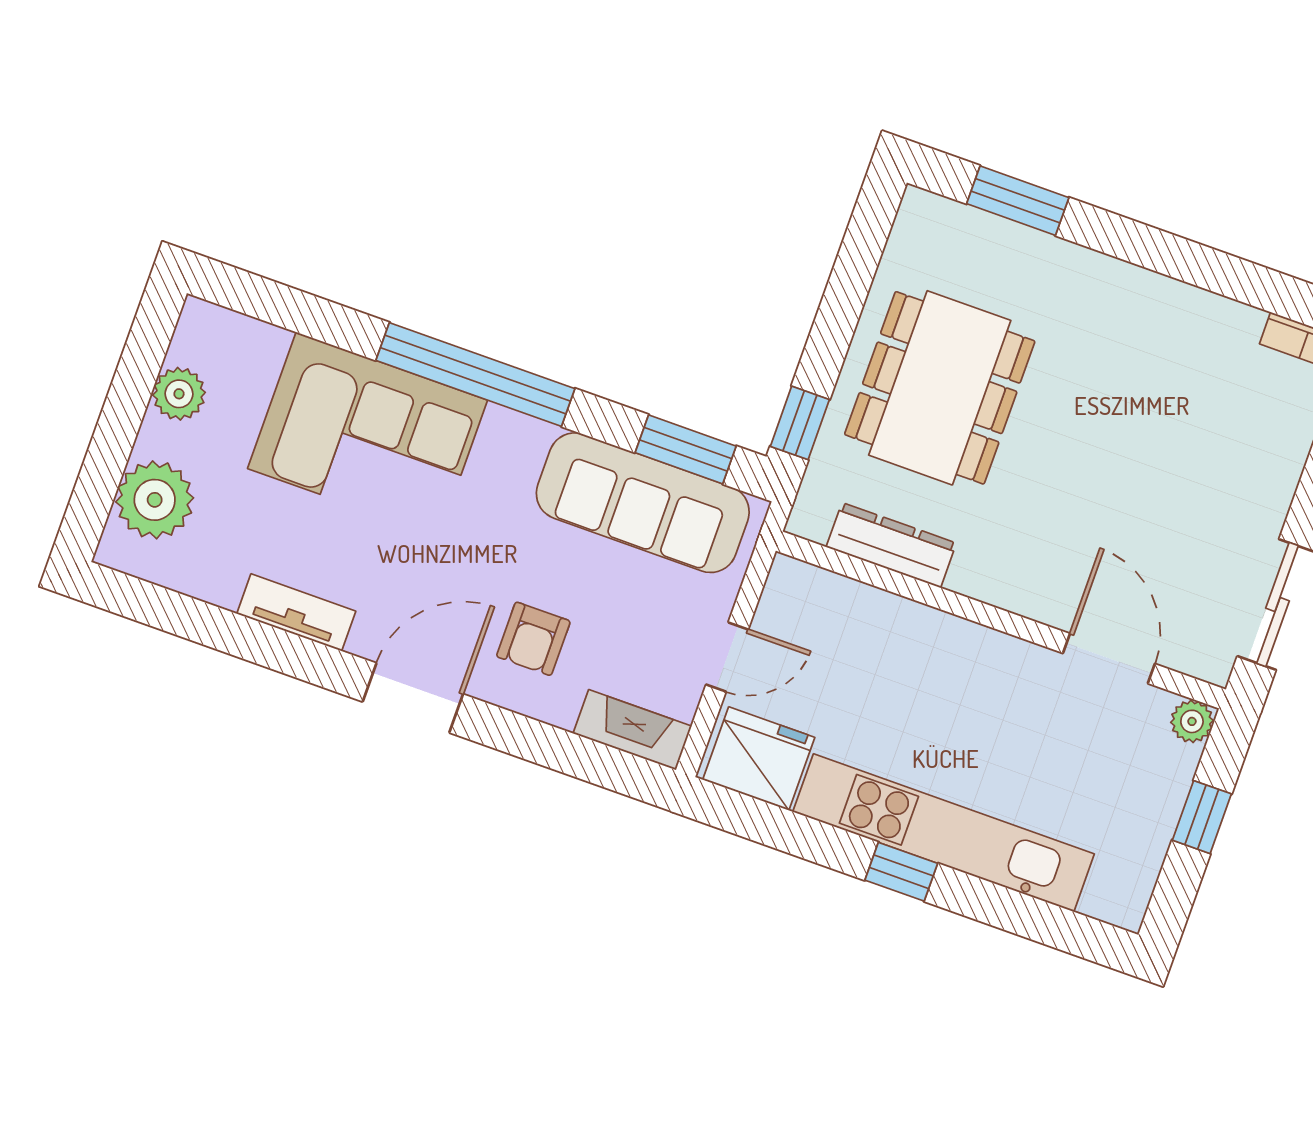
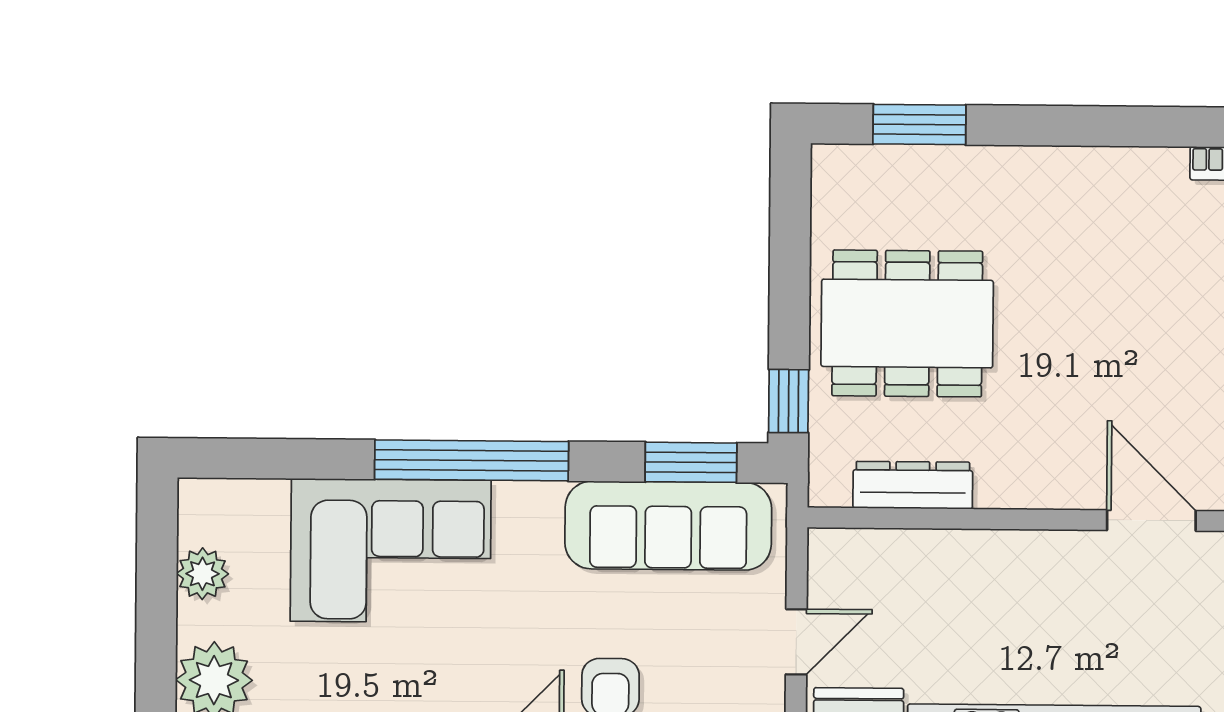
dining table: (940, 388) -> (907, 323), turned 90

